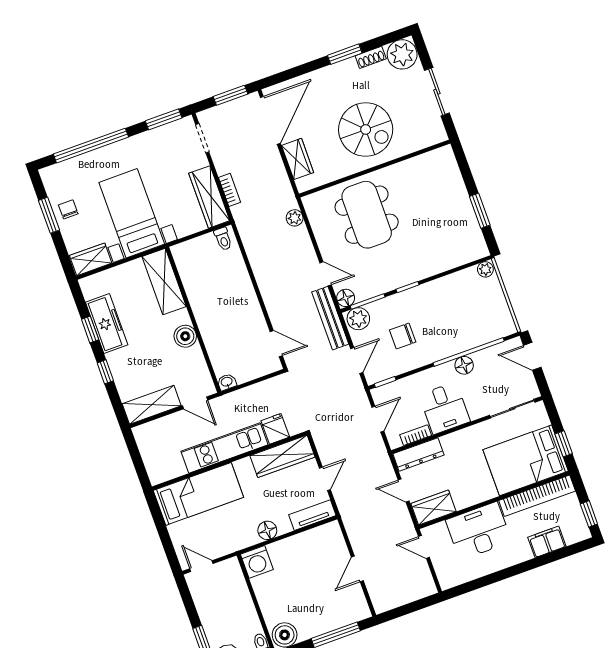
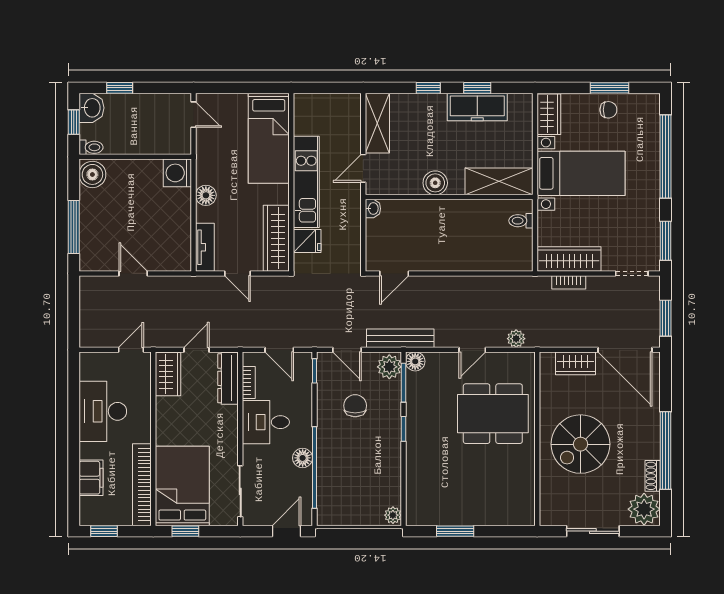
window: (345, 54) -> (665, 450), width x2.11
toilet: (223, 239) -> (521, 221), moved
door: (326, 274) -> (472, 350), moved
desk: (479, 531) -> (103, 411), moved, turned 180
door: (201, 566) -> (194, 115), hinge flipped

